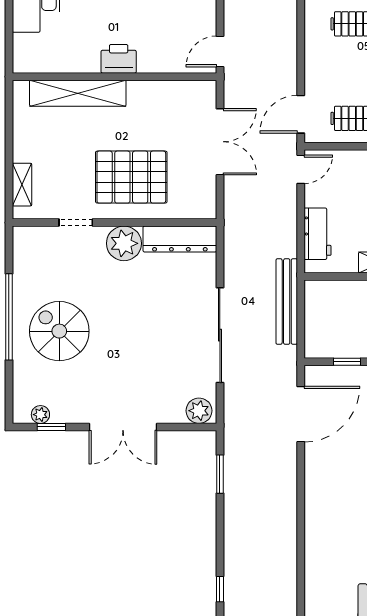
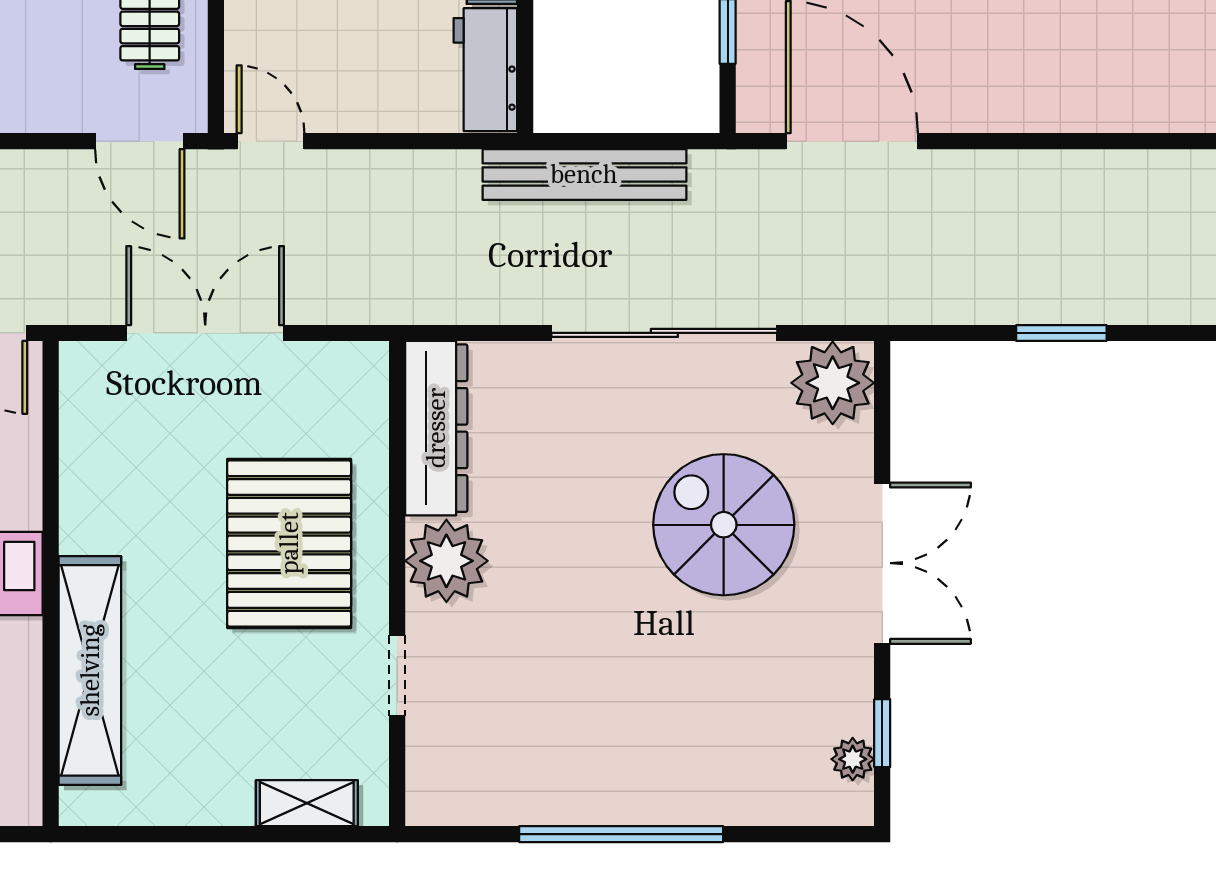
workbench: (318, 234) -> (485, 70), moved, turned -90
spiral stairs: (59, 331) -> (724, 525), moved, turned 90
plant: (199, 411) -> (833, 383), width x1.36, depth x1.36
window: (220, 474) -> (1061, 333), moved

